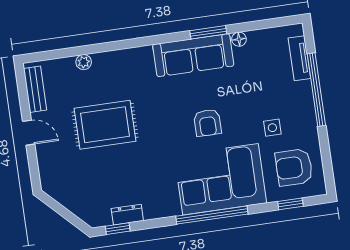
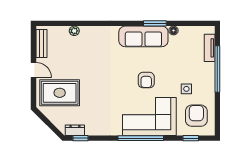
rug: (105, 125) -> (60, 93), moved
armchair: (294, 167) -> (196, 116), turned 90
dresser: (127, 215) -> (75, 130), moved

